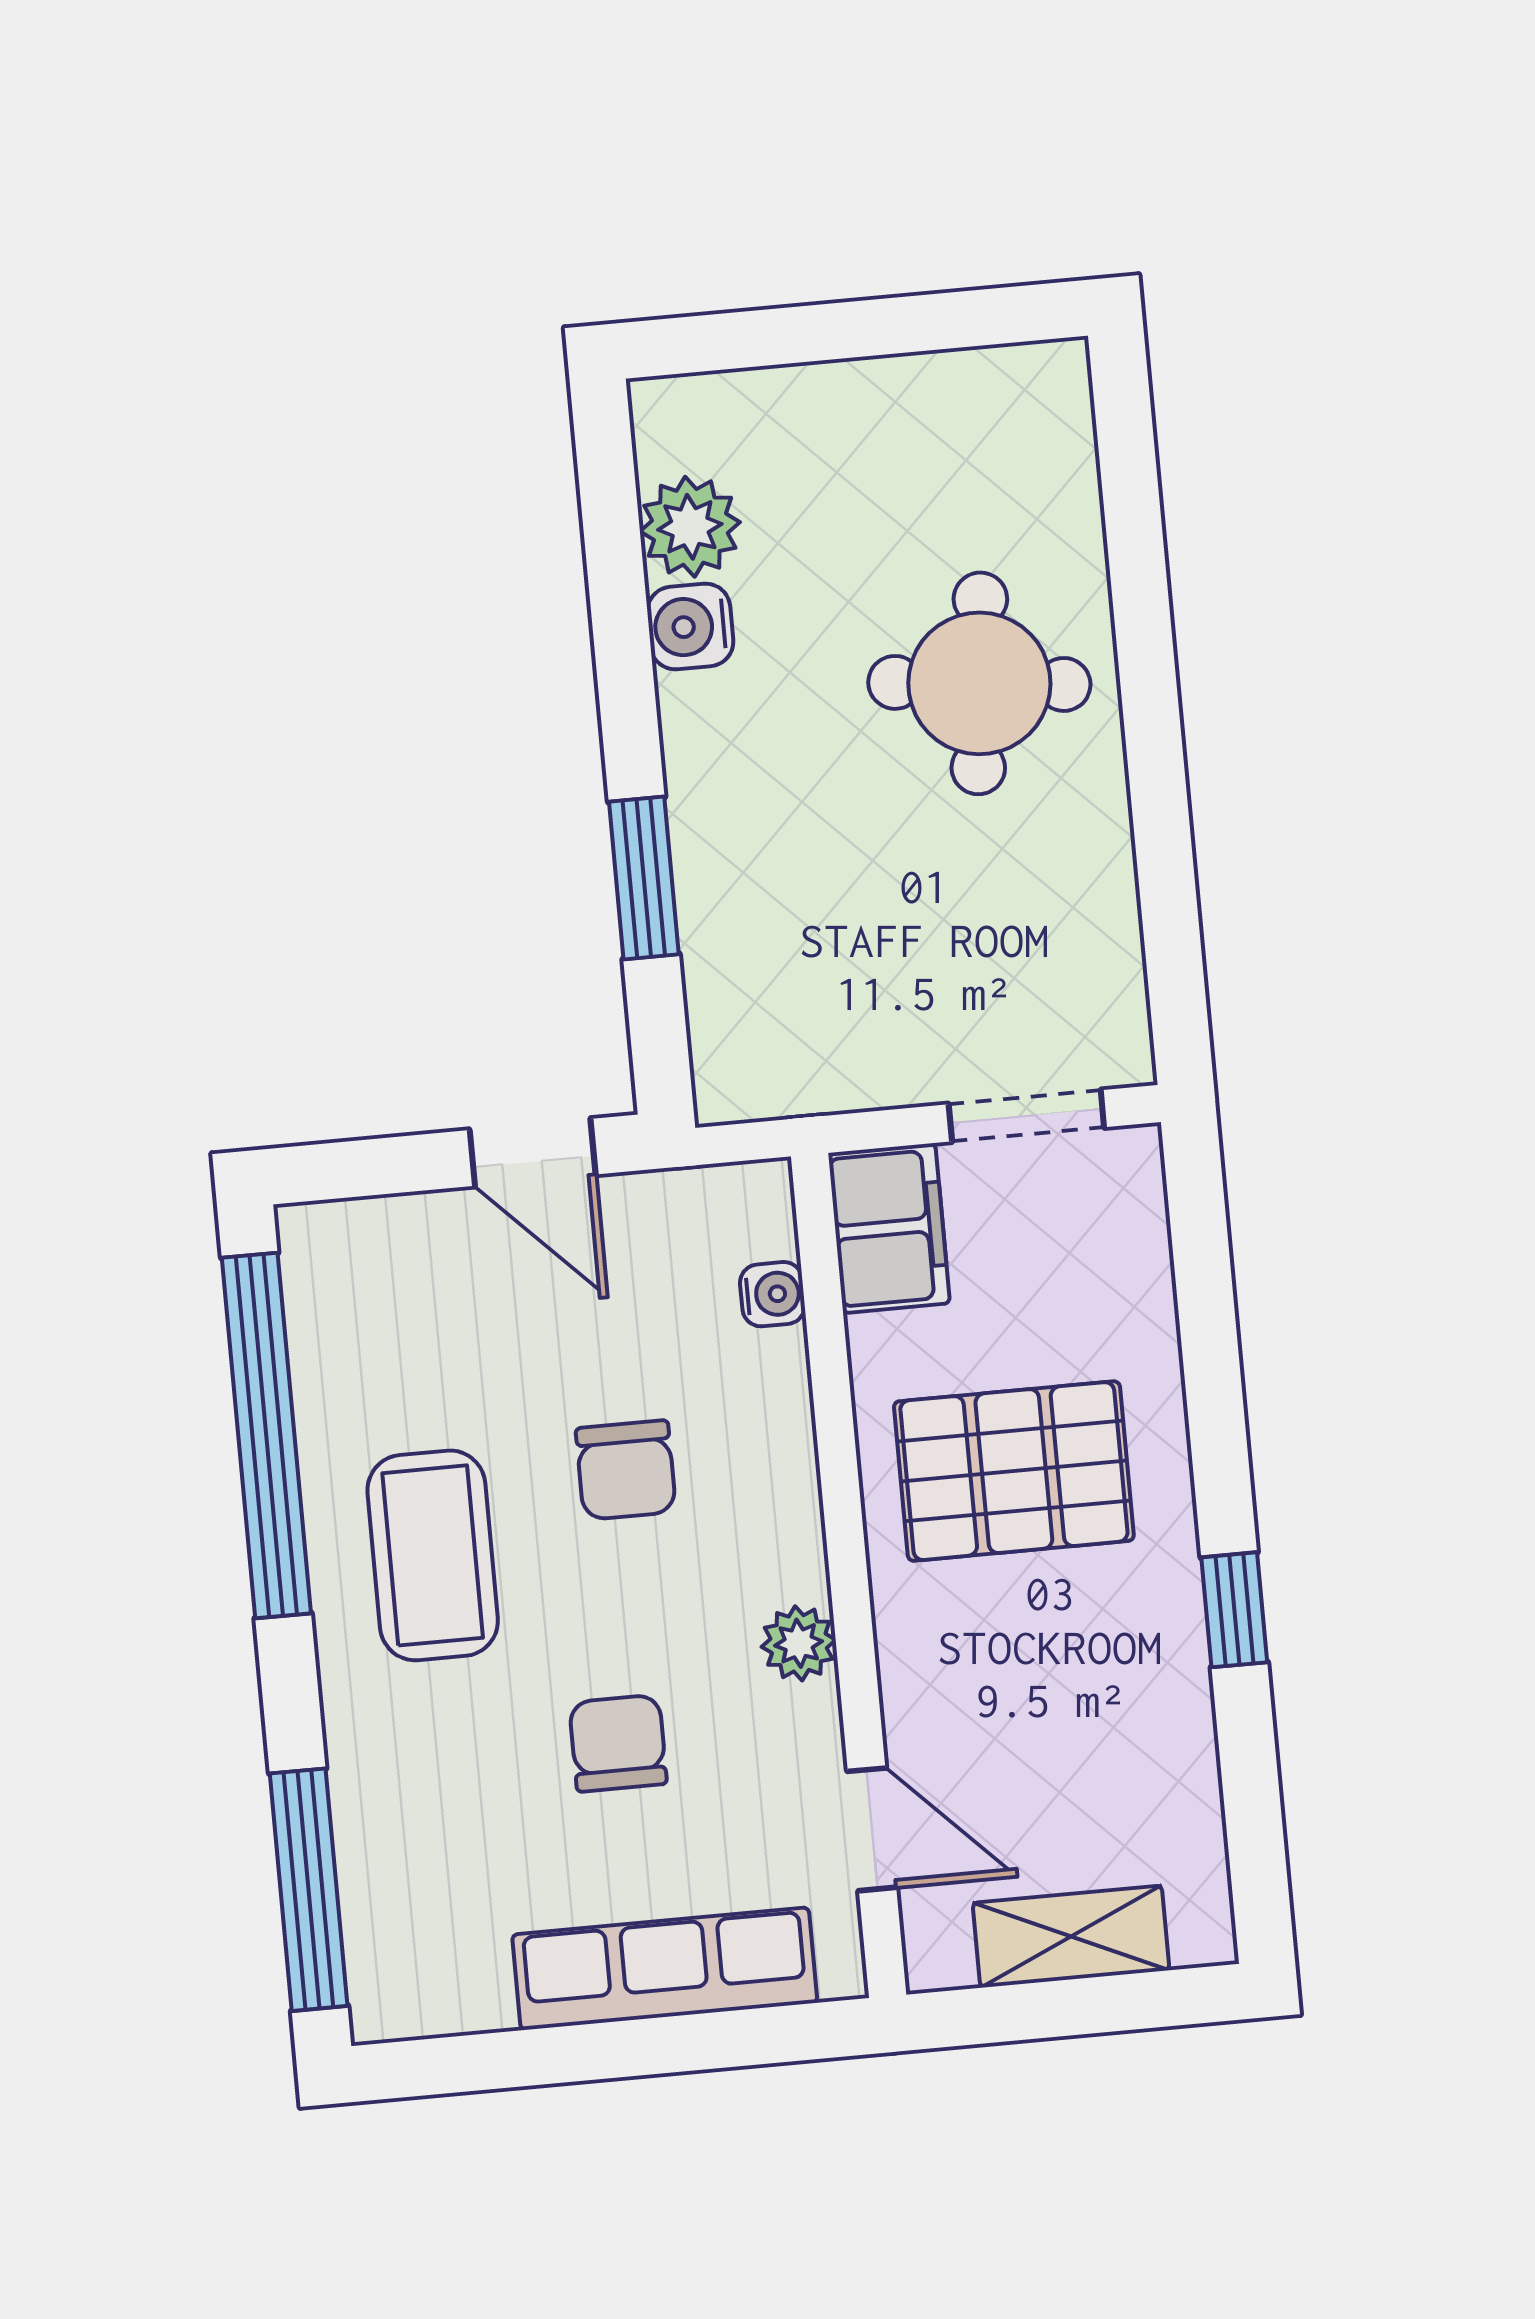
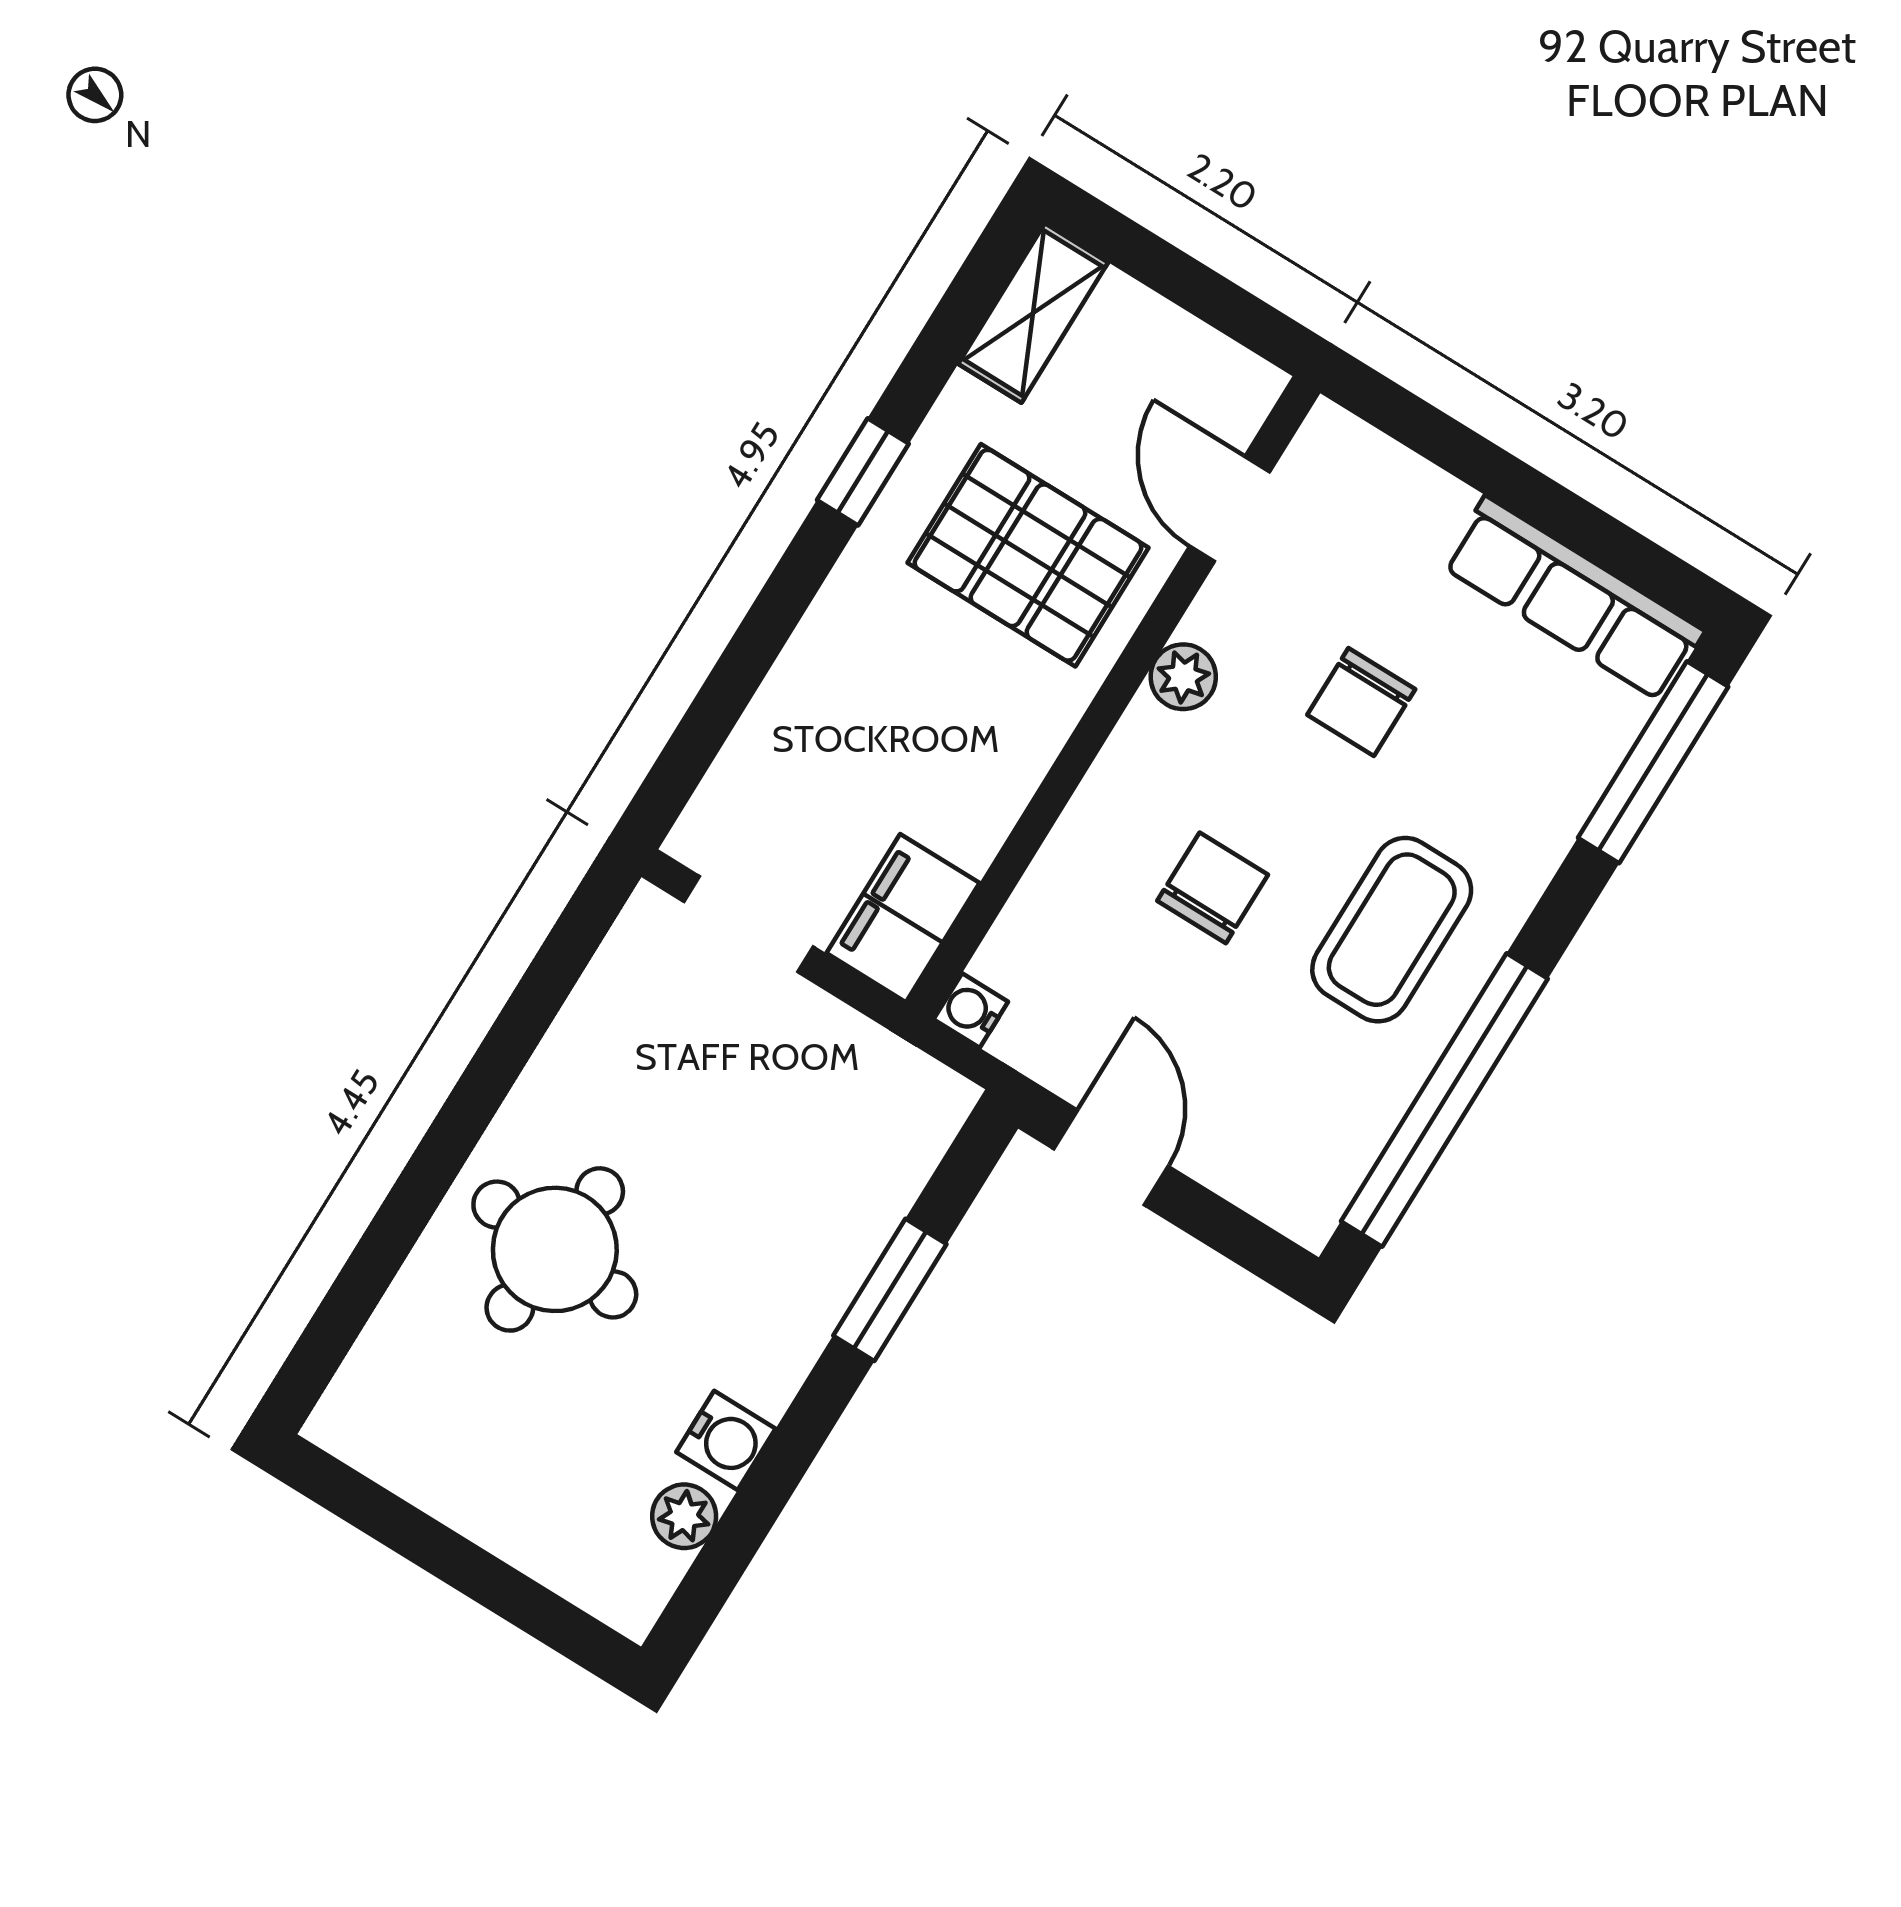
plant: (690, 527) -> (684, 1516), width x0.73, depth x0.73
water cooler: (772, 1294) -> (971, 1010), moved
pallet: (1014, 1471) -> (1028, 555), moved
shelving: (1071, 1937) -> (1033, 313), moved, turned 90
row of seats: (665, 1969) -> (1573, 599), moved

